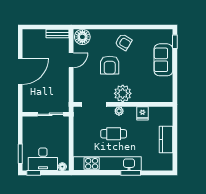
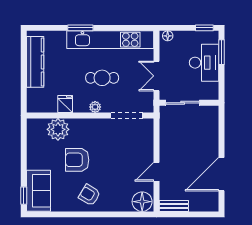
sofa: (163, 60) -> (38, 191), moved
armchair: (110, 65) -> (77, 160), moved, turned -90
door: (20, 71) -> (221, 174), moved
plant: (123, 93) -> (58, 129), moved
double door: (71, 135) -> (157, 76), added
kitchen counter: (166, 140) -> (35, 62), width x1.50
desk: (43, 159) -> (204, 63), moved, turned 90

